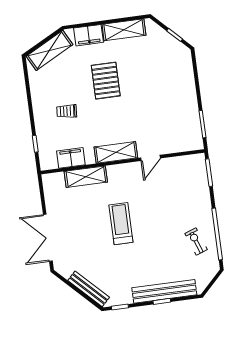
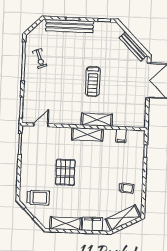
trolley: (166, 58) -> (38, 198), added
pallet: (106, 81) -> (65, 172), moved
trolley: (67, 111) -> (127, 188), moved
filing cabinet: (71, 158) -> (121, 136), width x0.50
door: (151, 158) -> (41, 125), moved
shelving: (86, 177) -> (97, 120), moved
bench: (89, 289) -> (133, 47), moved

